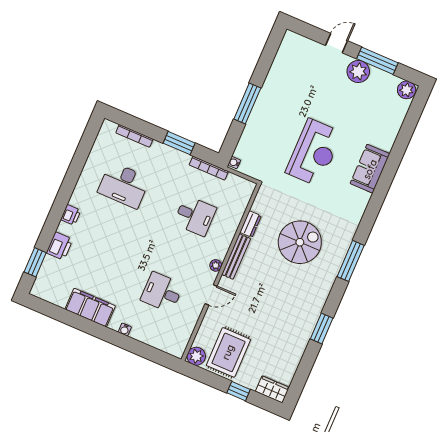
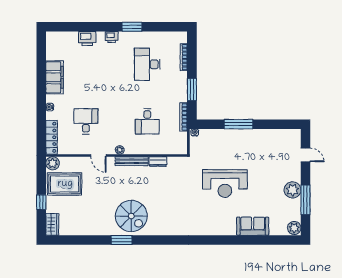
door: (336, 43) -> (305, 155), moved
sofa: (370, 169) -> (253, 226), moved
spiral stairs: (300, 242) -> (131, 216), moved
window: (351, 261) -> (162, 240), removed
window: (35, 262) -> (132, 27), moved
window: (322, 328) -> (122, 240), moved
locker: (163, 344) -> (52, 137), added

